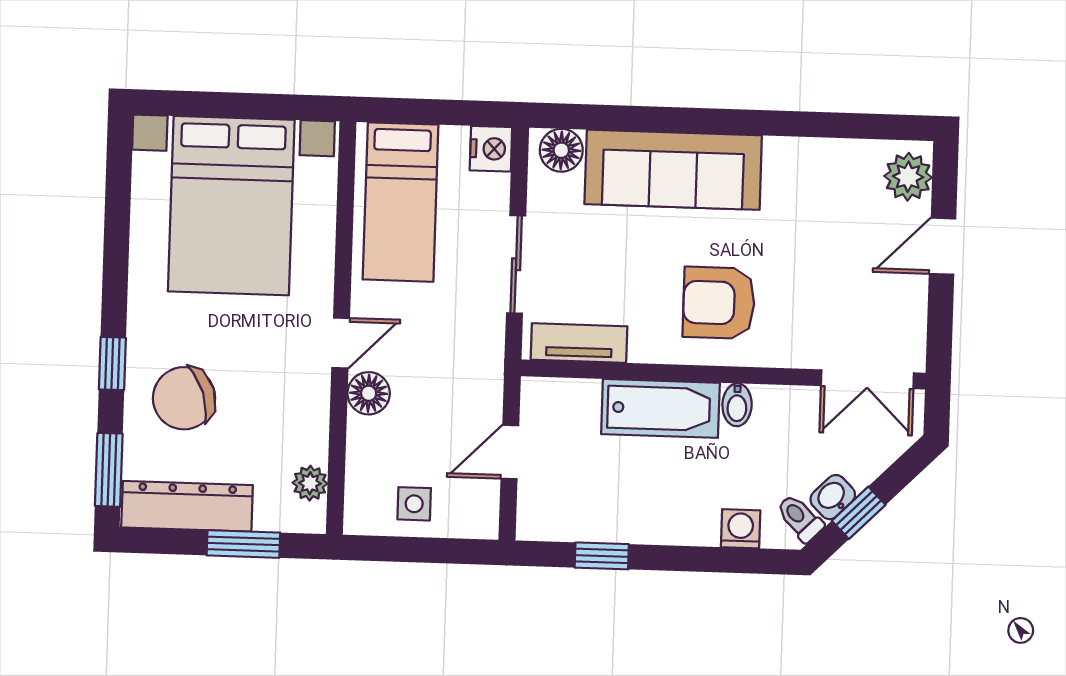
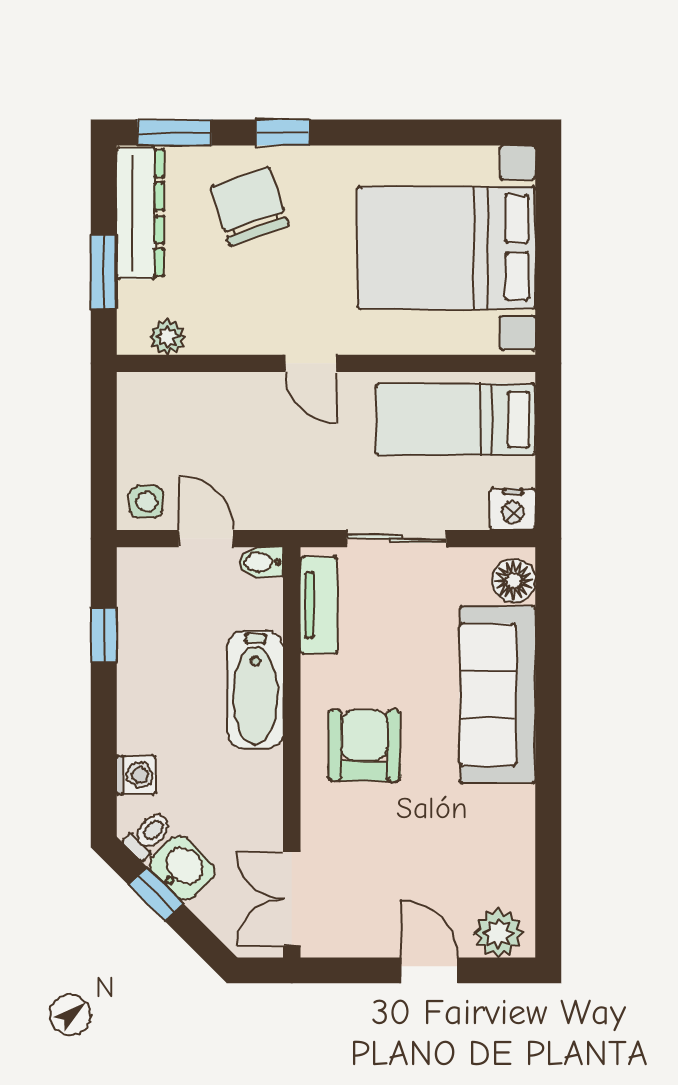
floor lamp: (369, 393) -> (261, 393), removed
bidet: (737, 405) -> (261, 562), moved
washbasin: (833, 497) -> (182, 868), width x1.38, depth x1.45
side table: (414, 504) -> (147, 502), moved

